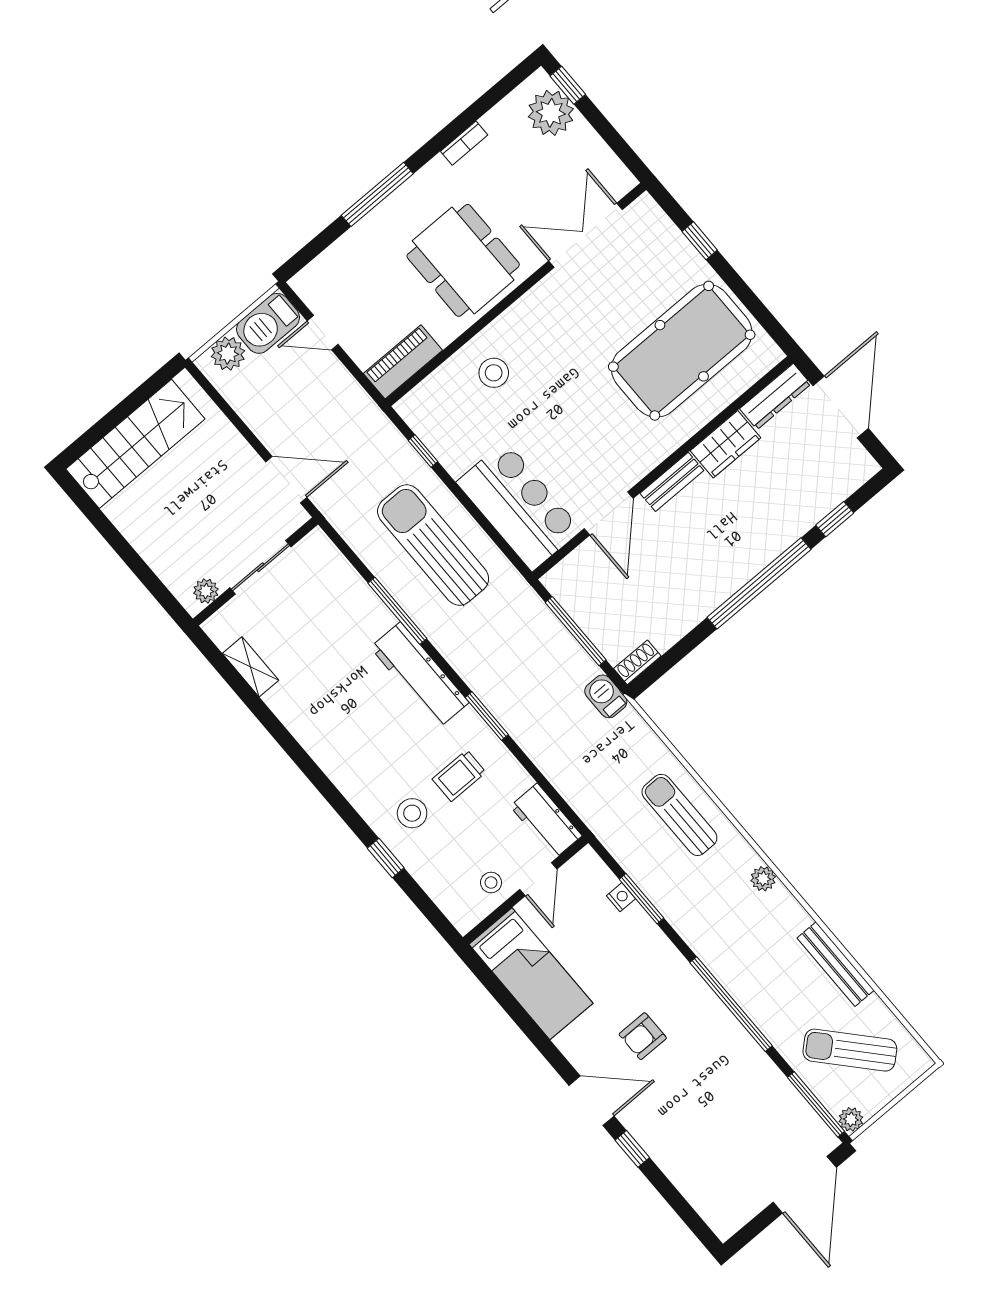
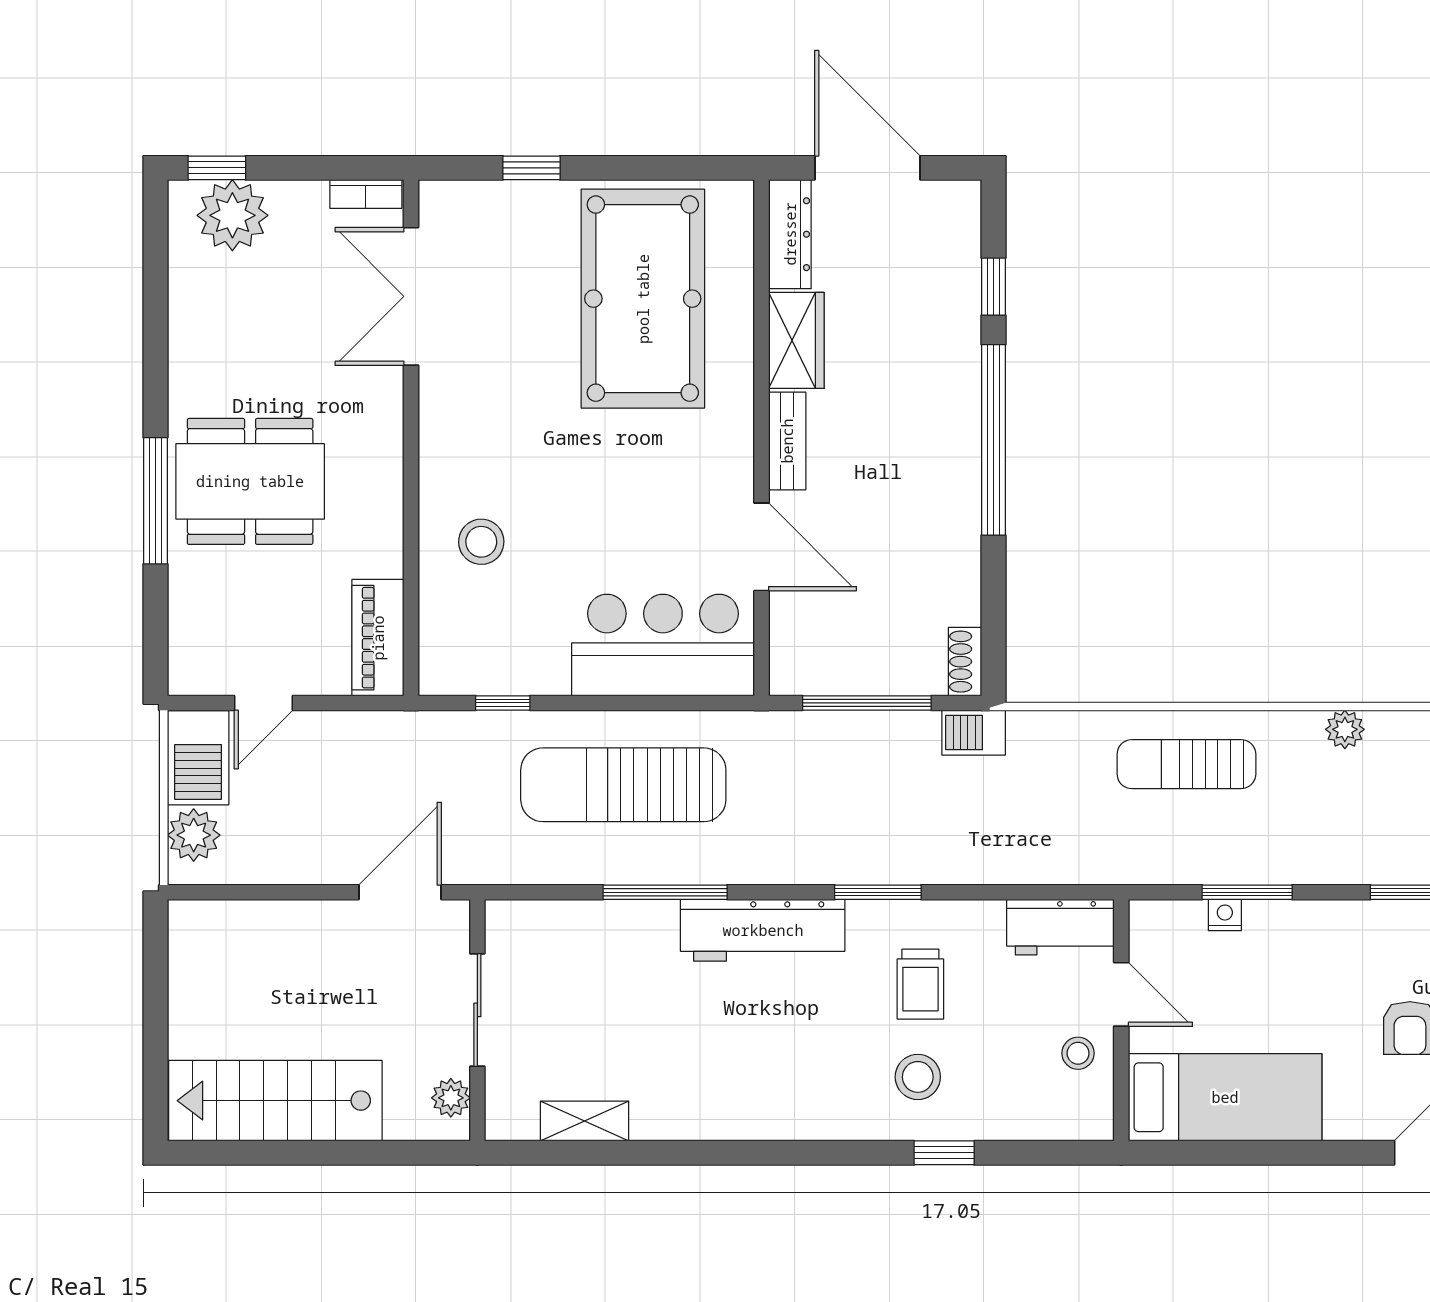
bookcase: (464, 143) -> (366, 194), moved, turned 90
dining table: (463, 260) -> (250, 481), moved
stairs: (135, 444) -> (275, 1101), moved, turned -90

